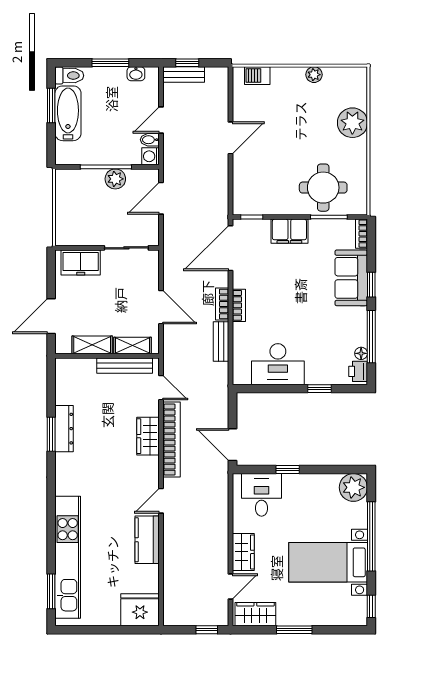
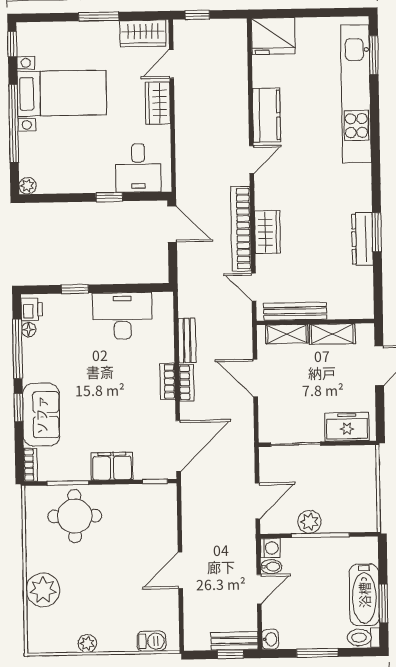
washbasin: (136, 74) -> (270, 639), moved, turned 90
plant: (353, 487) -> (27, 186), width x0.53, depth x0.53

